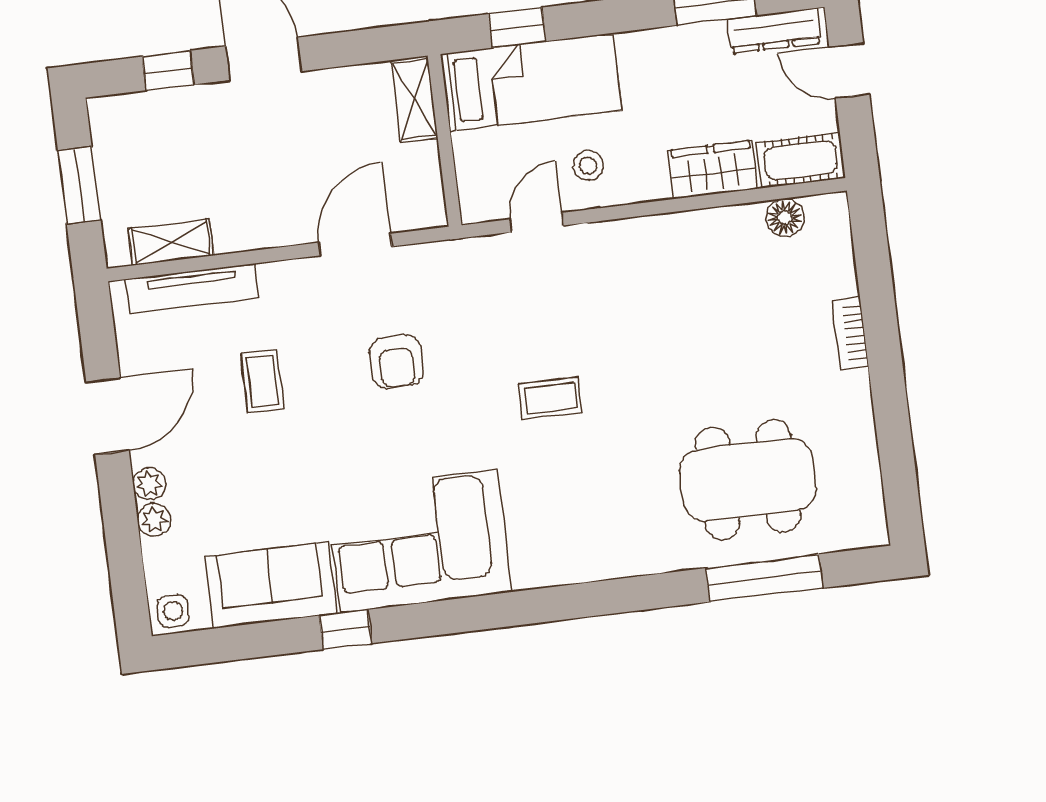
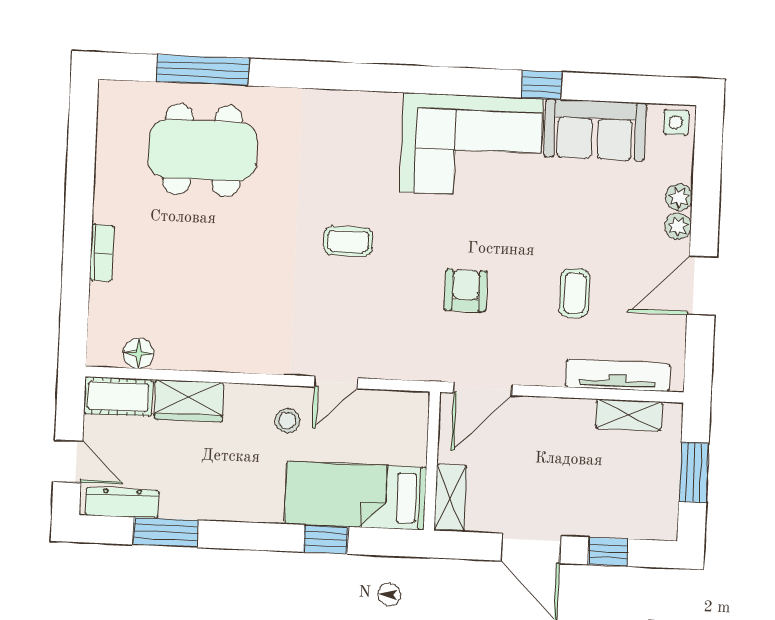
bed: (531, 82) -> (355, 496), moved
shelving: (414, 99) -> (450, 498), moved
wall: (445, 140) -> (432, 461), moved

